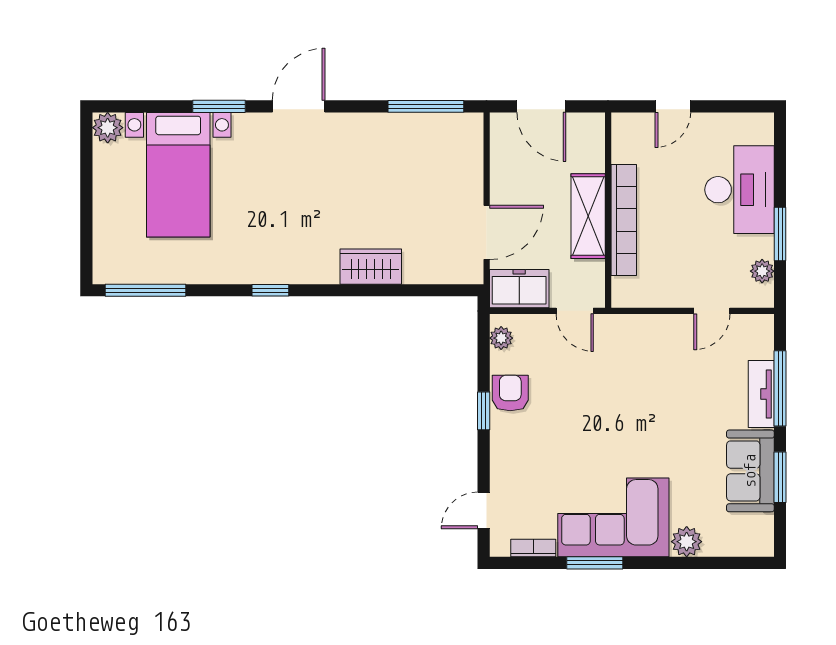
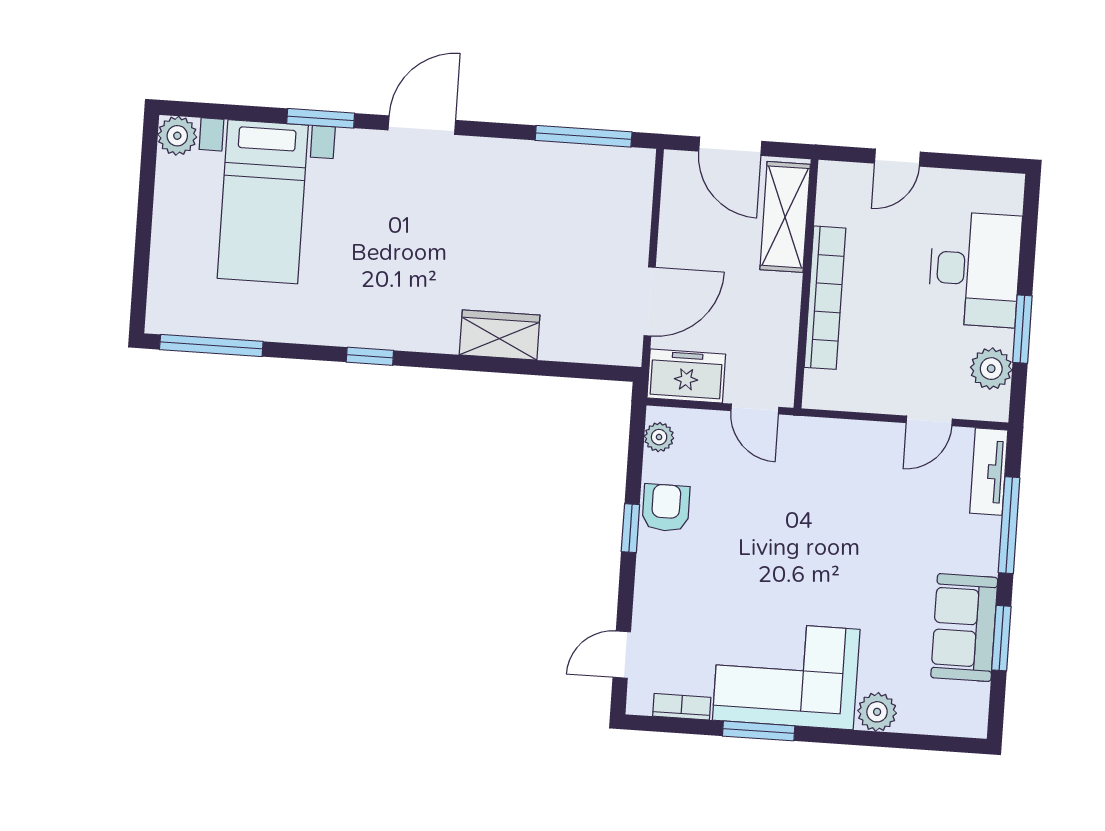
shelving: (588, 216) -> (785, 217), moved
plant: (762, 271) -> (991, 369), width x1.38, depth x1.38
tv unit: (761, 394) -> (989, 472), moved

